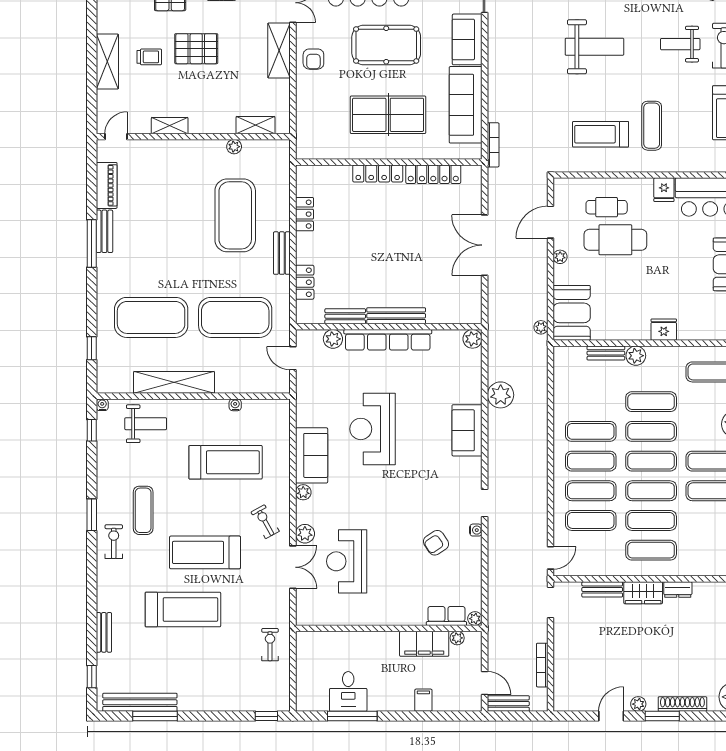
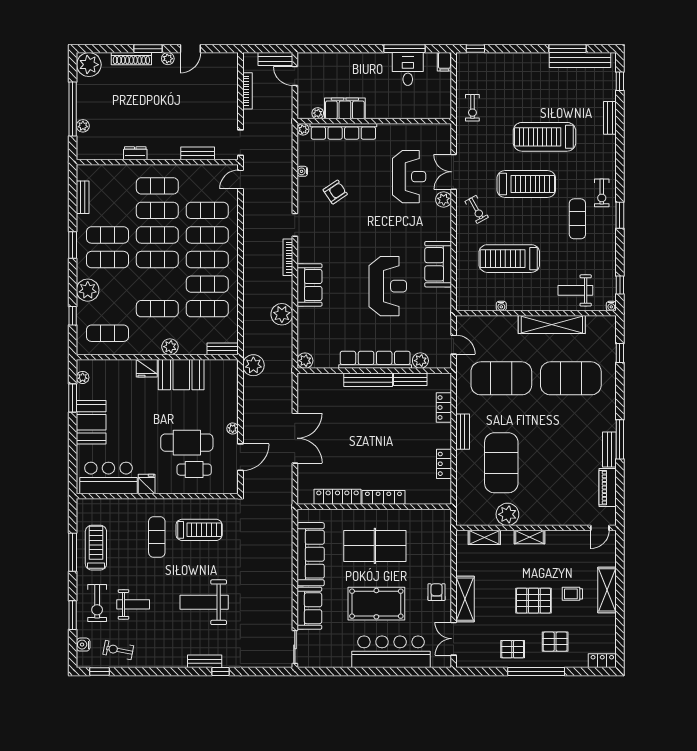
shelving: (170, 126) -> (529, 537), moved
bookcase: (493, 145) -> (288, 257), moved
plant: (234, 147) -> (507, 514), width x1.88, depth x1.88
booth: (572, 313) -> (181, 375), moved, turned 90
plant: (541, 327) -> (253, 365), width x1.87, depth x1.87
bench: (606, 353) -> (223, 349), moved
exercise mat: (651, 431) -> (207, 309), moved
plant: (303, 492) -> (445, 234), removed
water cooler: (476, 530) -> (302, 171), moved
wardrobe: (643, 593) -> (164, 151), removed
row of seats: (446, 616) -> (343, 131), width x2.02
filing cabinet: (423, 700) -> (444, 62), moved

